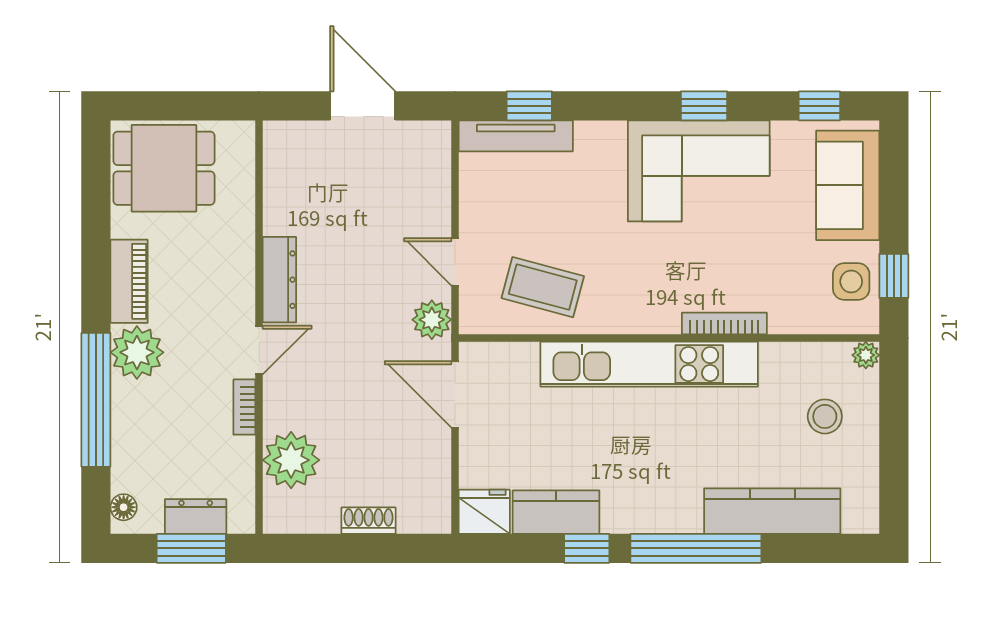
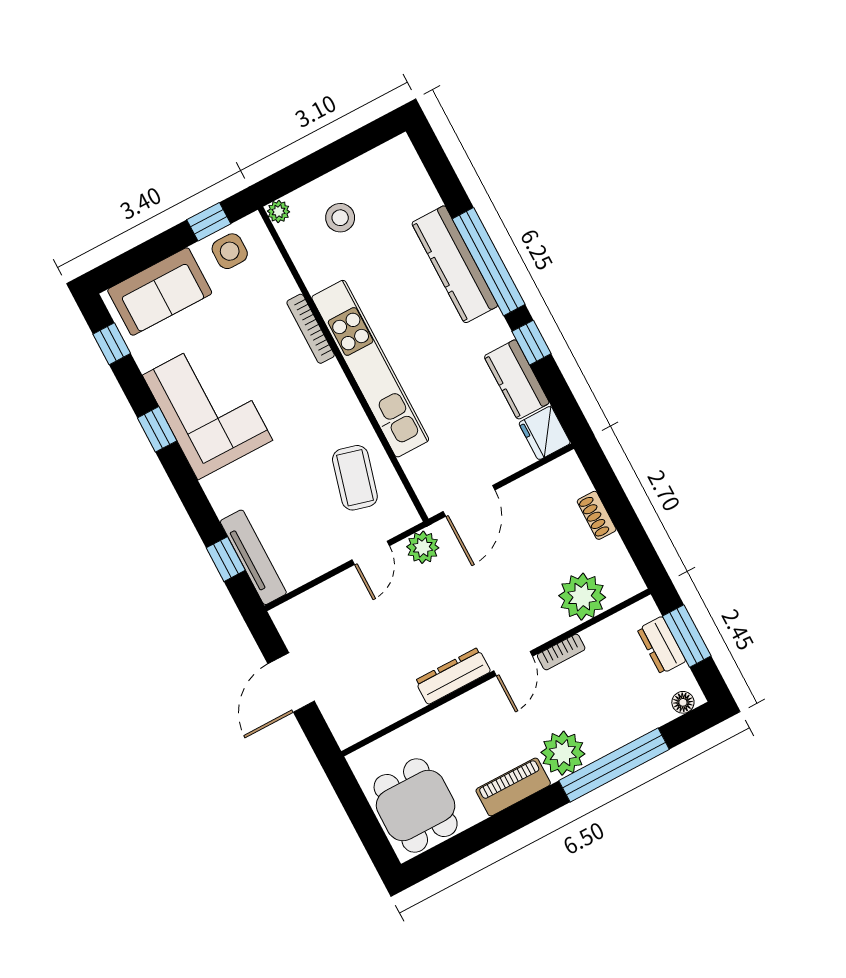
door: (259, 350) -> (513, 664), swing flipped
kitchen counter: (772, 511) -> (455, 264), moved

